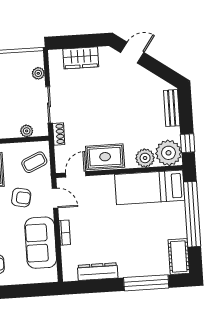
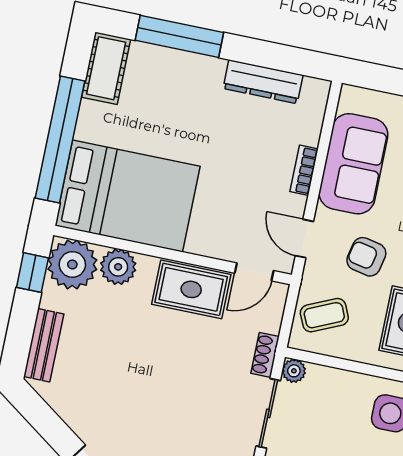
plant: (27, 131) -> (294, 371), moved
bed: (150, 187) -> (128, 196), width x1.50

